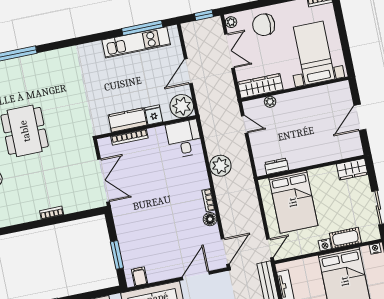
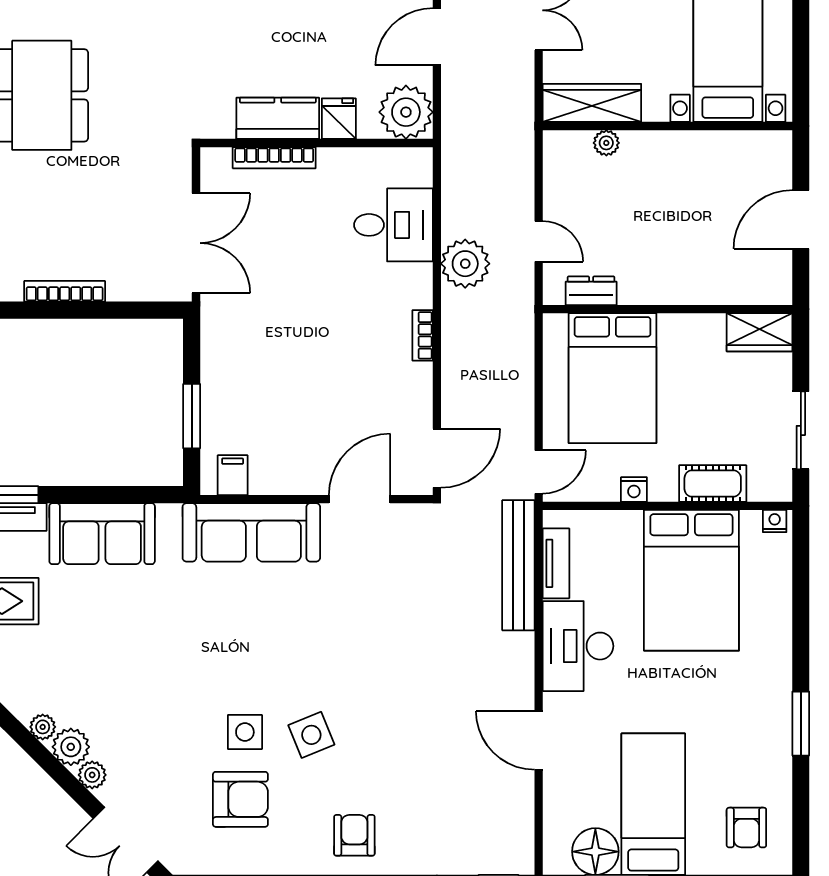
door: (245, 124) -> (539, 241), moved
desk: (184, 139) -> (393, 225), moved, turned 90
bookcase: (52, 213) -> (65, 291), width x1.56
floor lamp: (210, 219) -> (417, 379), removed
nightstand: (325, 245) -> (634, 490), moved

